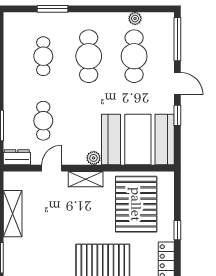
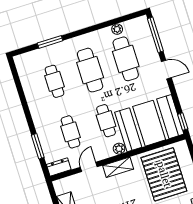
window: (177, 115) -> (183, 122), moved
cafe table: (89, 121) -> (106, 121), added

